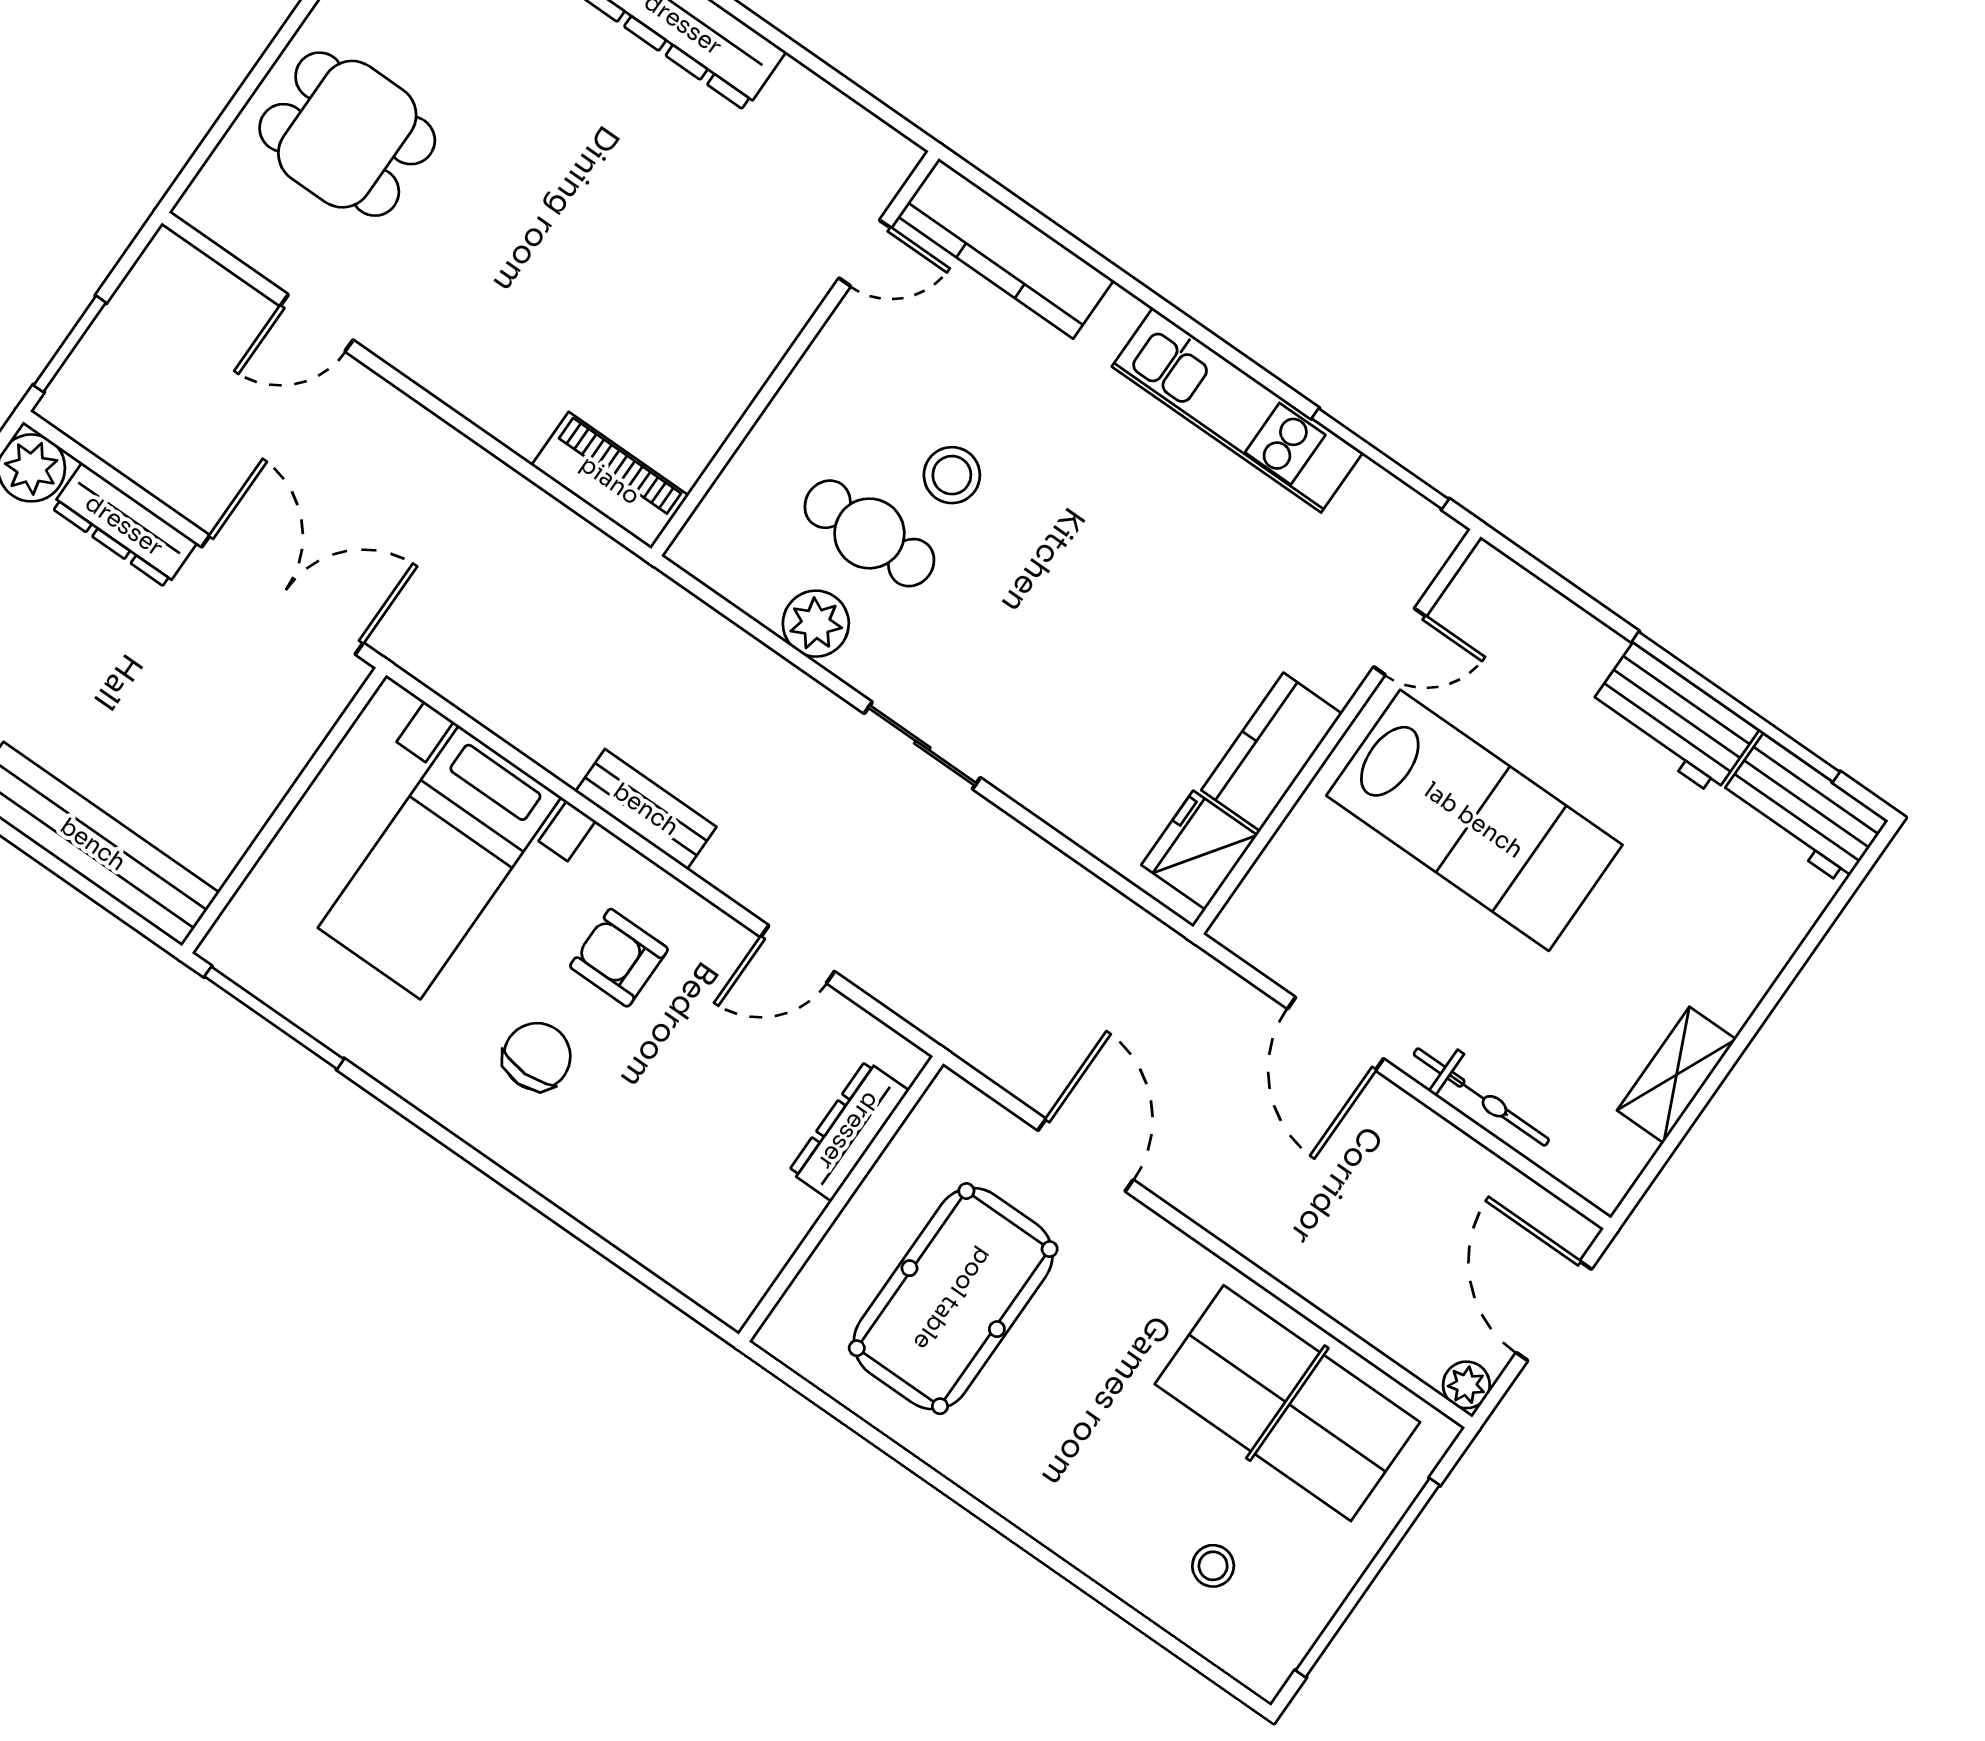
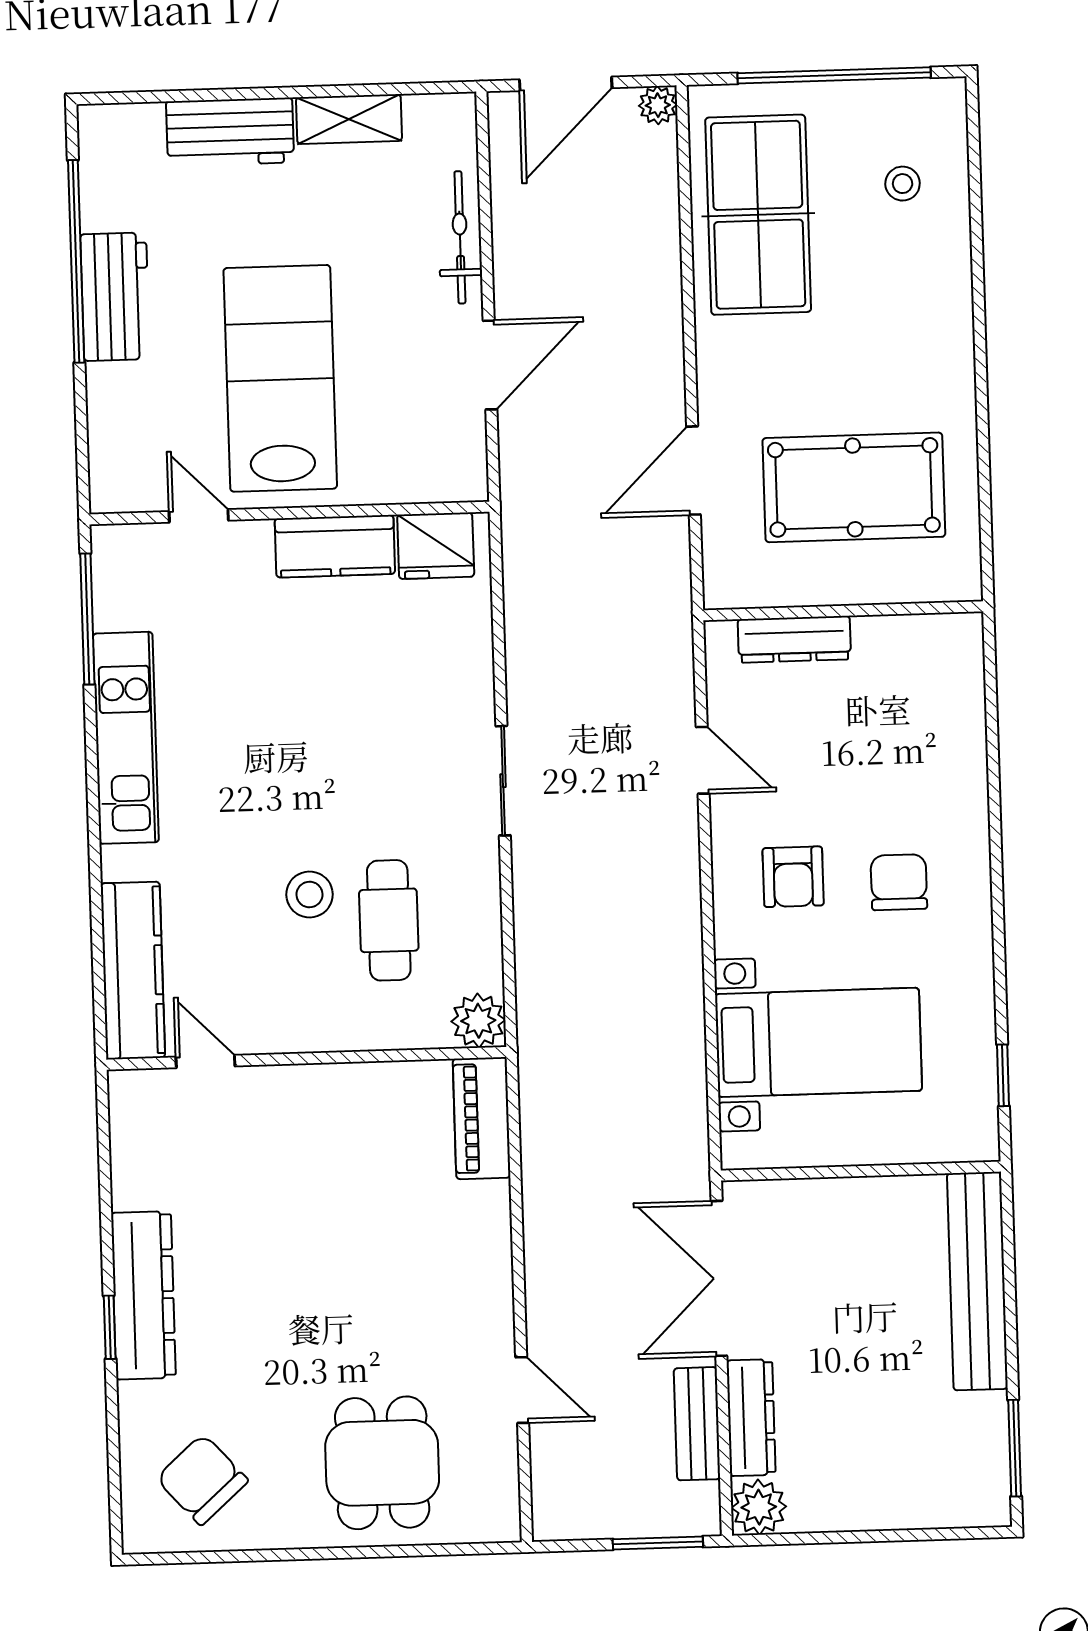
plant: (816, 624) -> (478, 1021), moved
bench: (646, 809) -> (697, 1424), moved
workbench: (1803, 809) -> (230, 132), moved, turned 90
window: (274, 1018) -> (1003, 1075), width x0.46
chair: (537, 1056) -> (899, 882), turned 90

